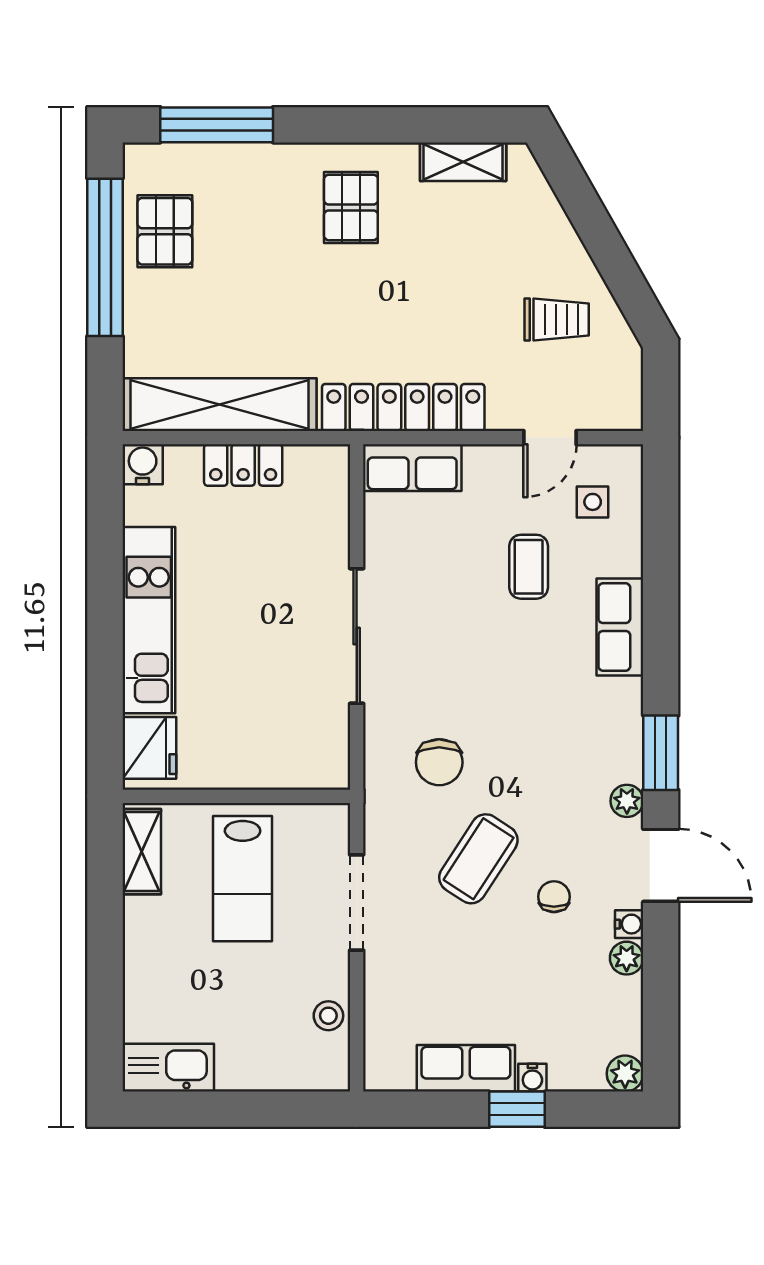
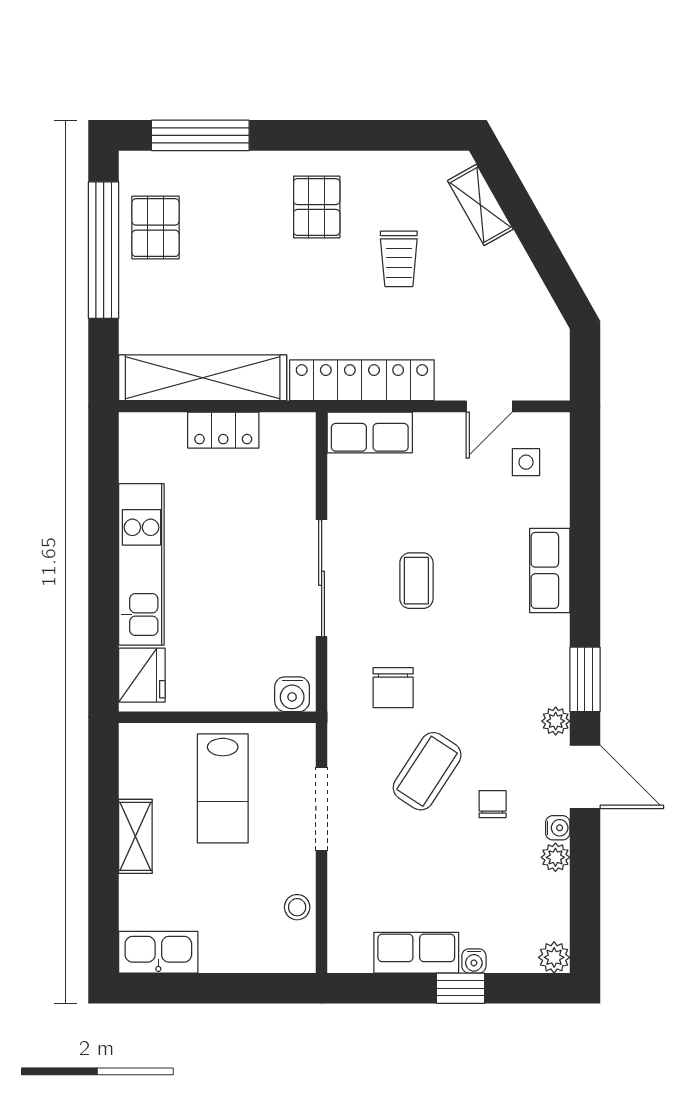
shelving: (463, 162) -> (480, 205), moved, turned 60
trolley: (557, 320) -> (399, 259), moved, turned 90
water cooler: (143, 464) -> (292, 694), moved, turned 180
coffee table: (529, 567) -> (416, 581), moved
shelving: (142, 852) -> (135, 836), moved

